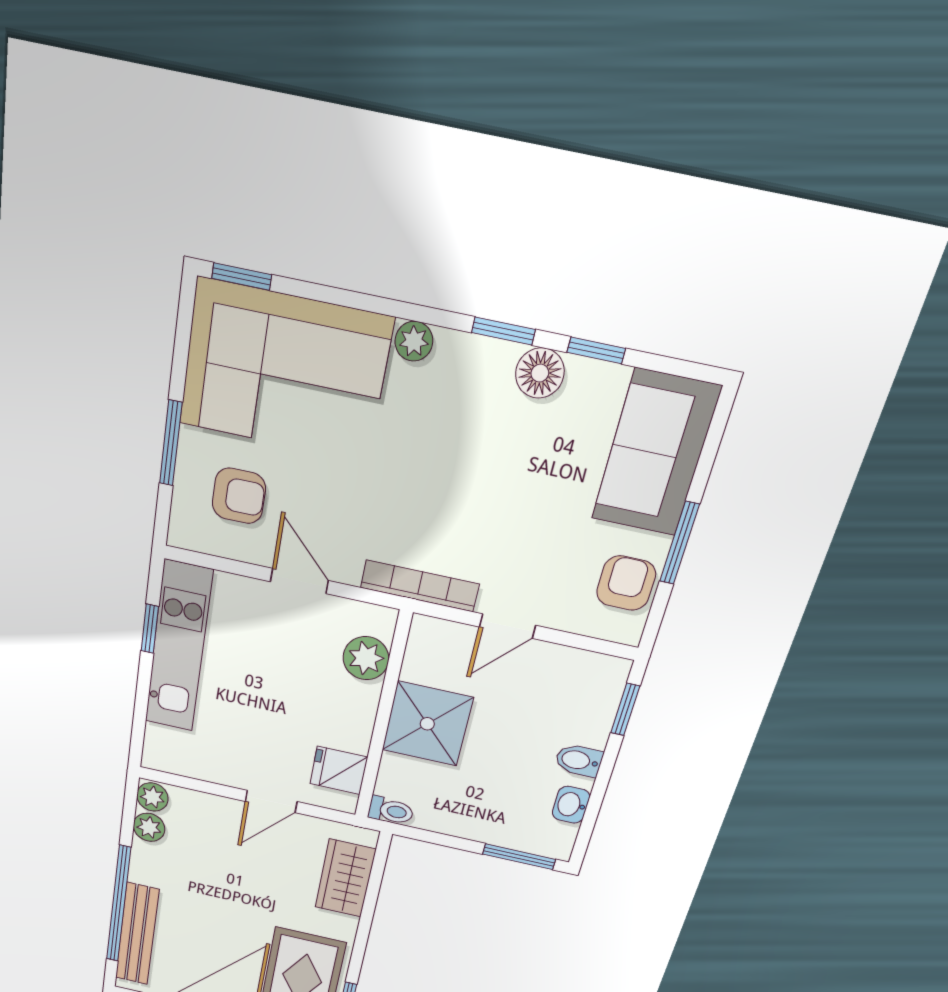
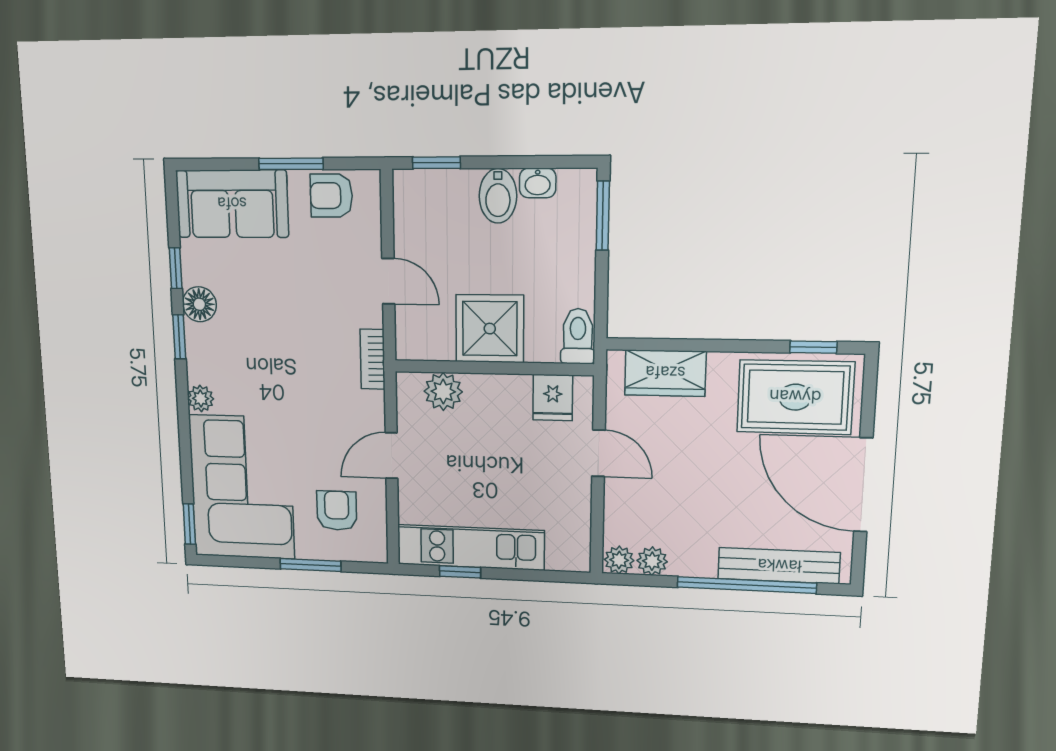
bookcase: (420, 586) -> (373, 359), width x0.64
bidet: (579, 760) -> (498, 196), width x1.38, depth x1.36
toilet: (391, 811) -> (578, 336), width x1.37, depth x1.39

